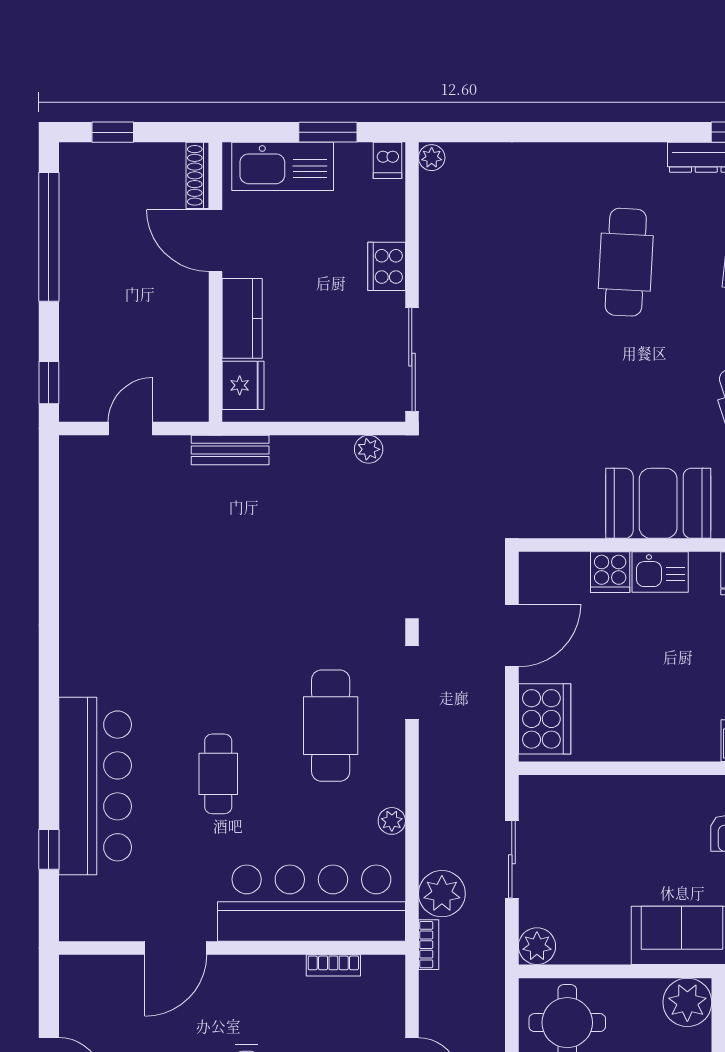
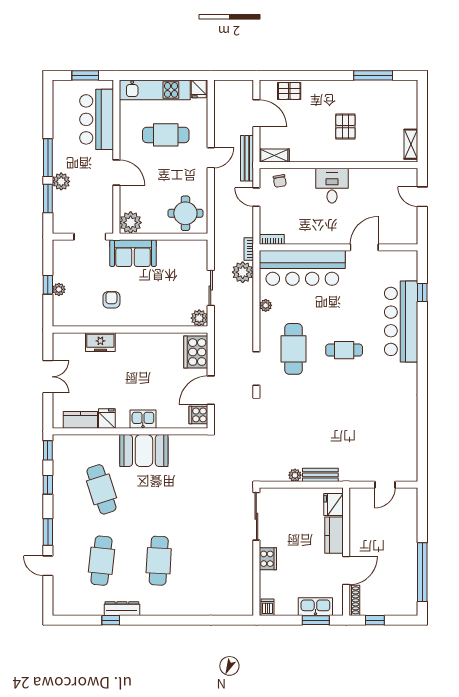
window: (113, 132) -> (375, 620), moved
window: (328, 132) -> (316, 620), moved
plant: (432, 158) -> (247, 608), removed
kitchen sink: (283, 166) -> (315, 607), width x0.73, depth x0.81
door: (215, 241) -> (346, 571), hinge flipped
window: (49, 383) -> (422, 506), removed
plant: (369, 449) -> (295, 475), moved
bench: (230, 450) -> (320, 475), moved
cooker: (610, 572) -> (198, 415), moved, turned -90
cafe table: (218, 774) -> (344, 350), moved, turned 90
plant: (537, 946) -> (199, 318), moved
bookcase: (333, 965) -> (272, 239), moved

